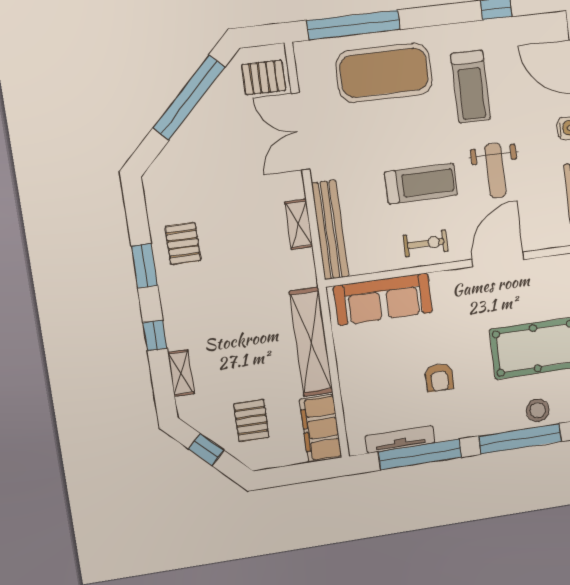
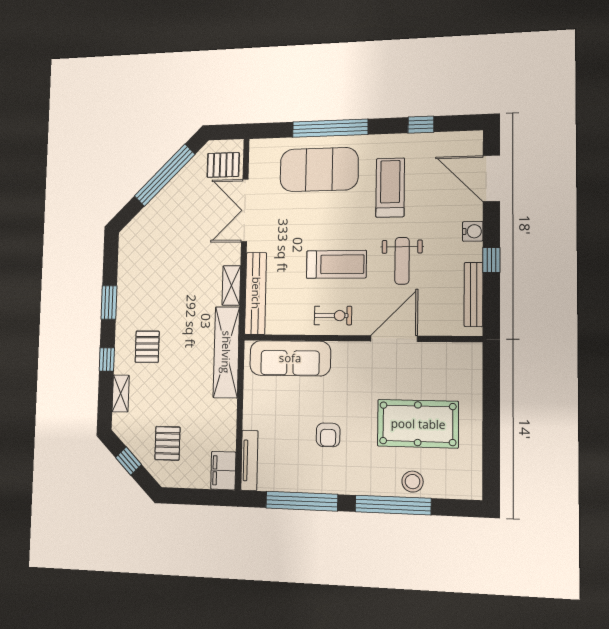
window: (354, 25) -> (330, 128), moved
treadmill: (471, 87) -> (390, 188), turned 180
pallet: (183, 243) -> (147, 347), moved
shelving: (311, 342) -> (226, 352), moved
filing cabinet: (321, 428) -> (223, 471), width x0.67, depth x0.86
tv unit: (400, 439) -> (249, 460), moved, turned 90

